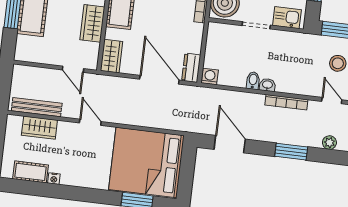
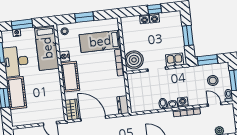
wardrobe: (92, 23) -> (55, 92), removed
washing machine: (210, 76) -> (183, 102), moved
door: (159, 80) -> (93, 118), moved

